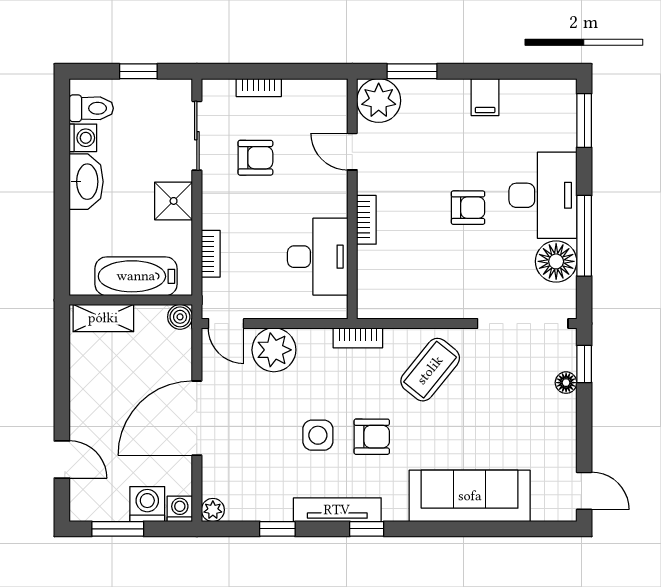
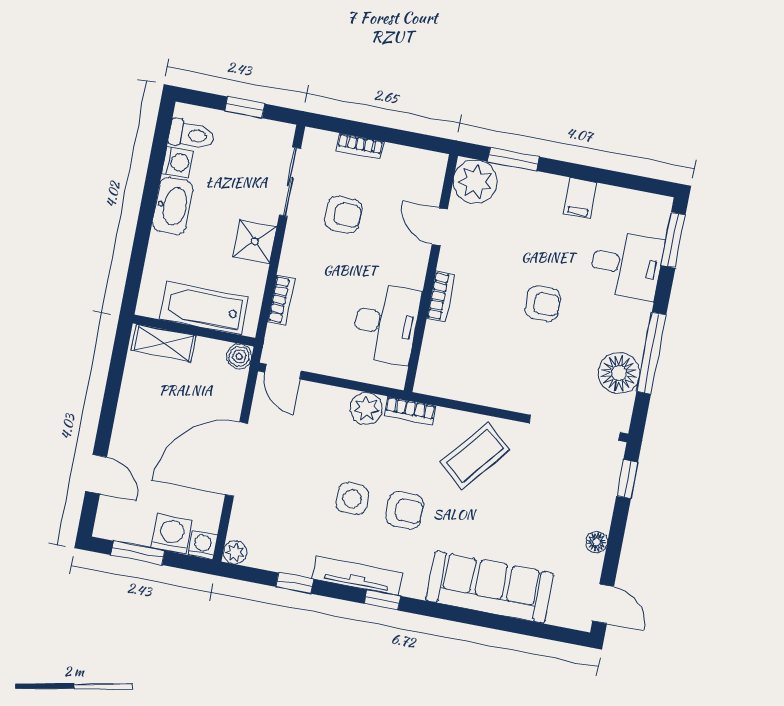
desk: (543, 195) -> (626, 265), moved, width x0.73
plant: (274, 350) -> (366, 409), moved, width x0.73, depth x0.73
floor lamp: (566, 383) -> (597, 542), moved

